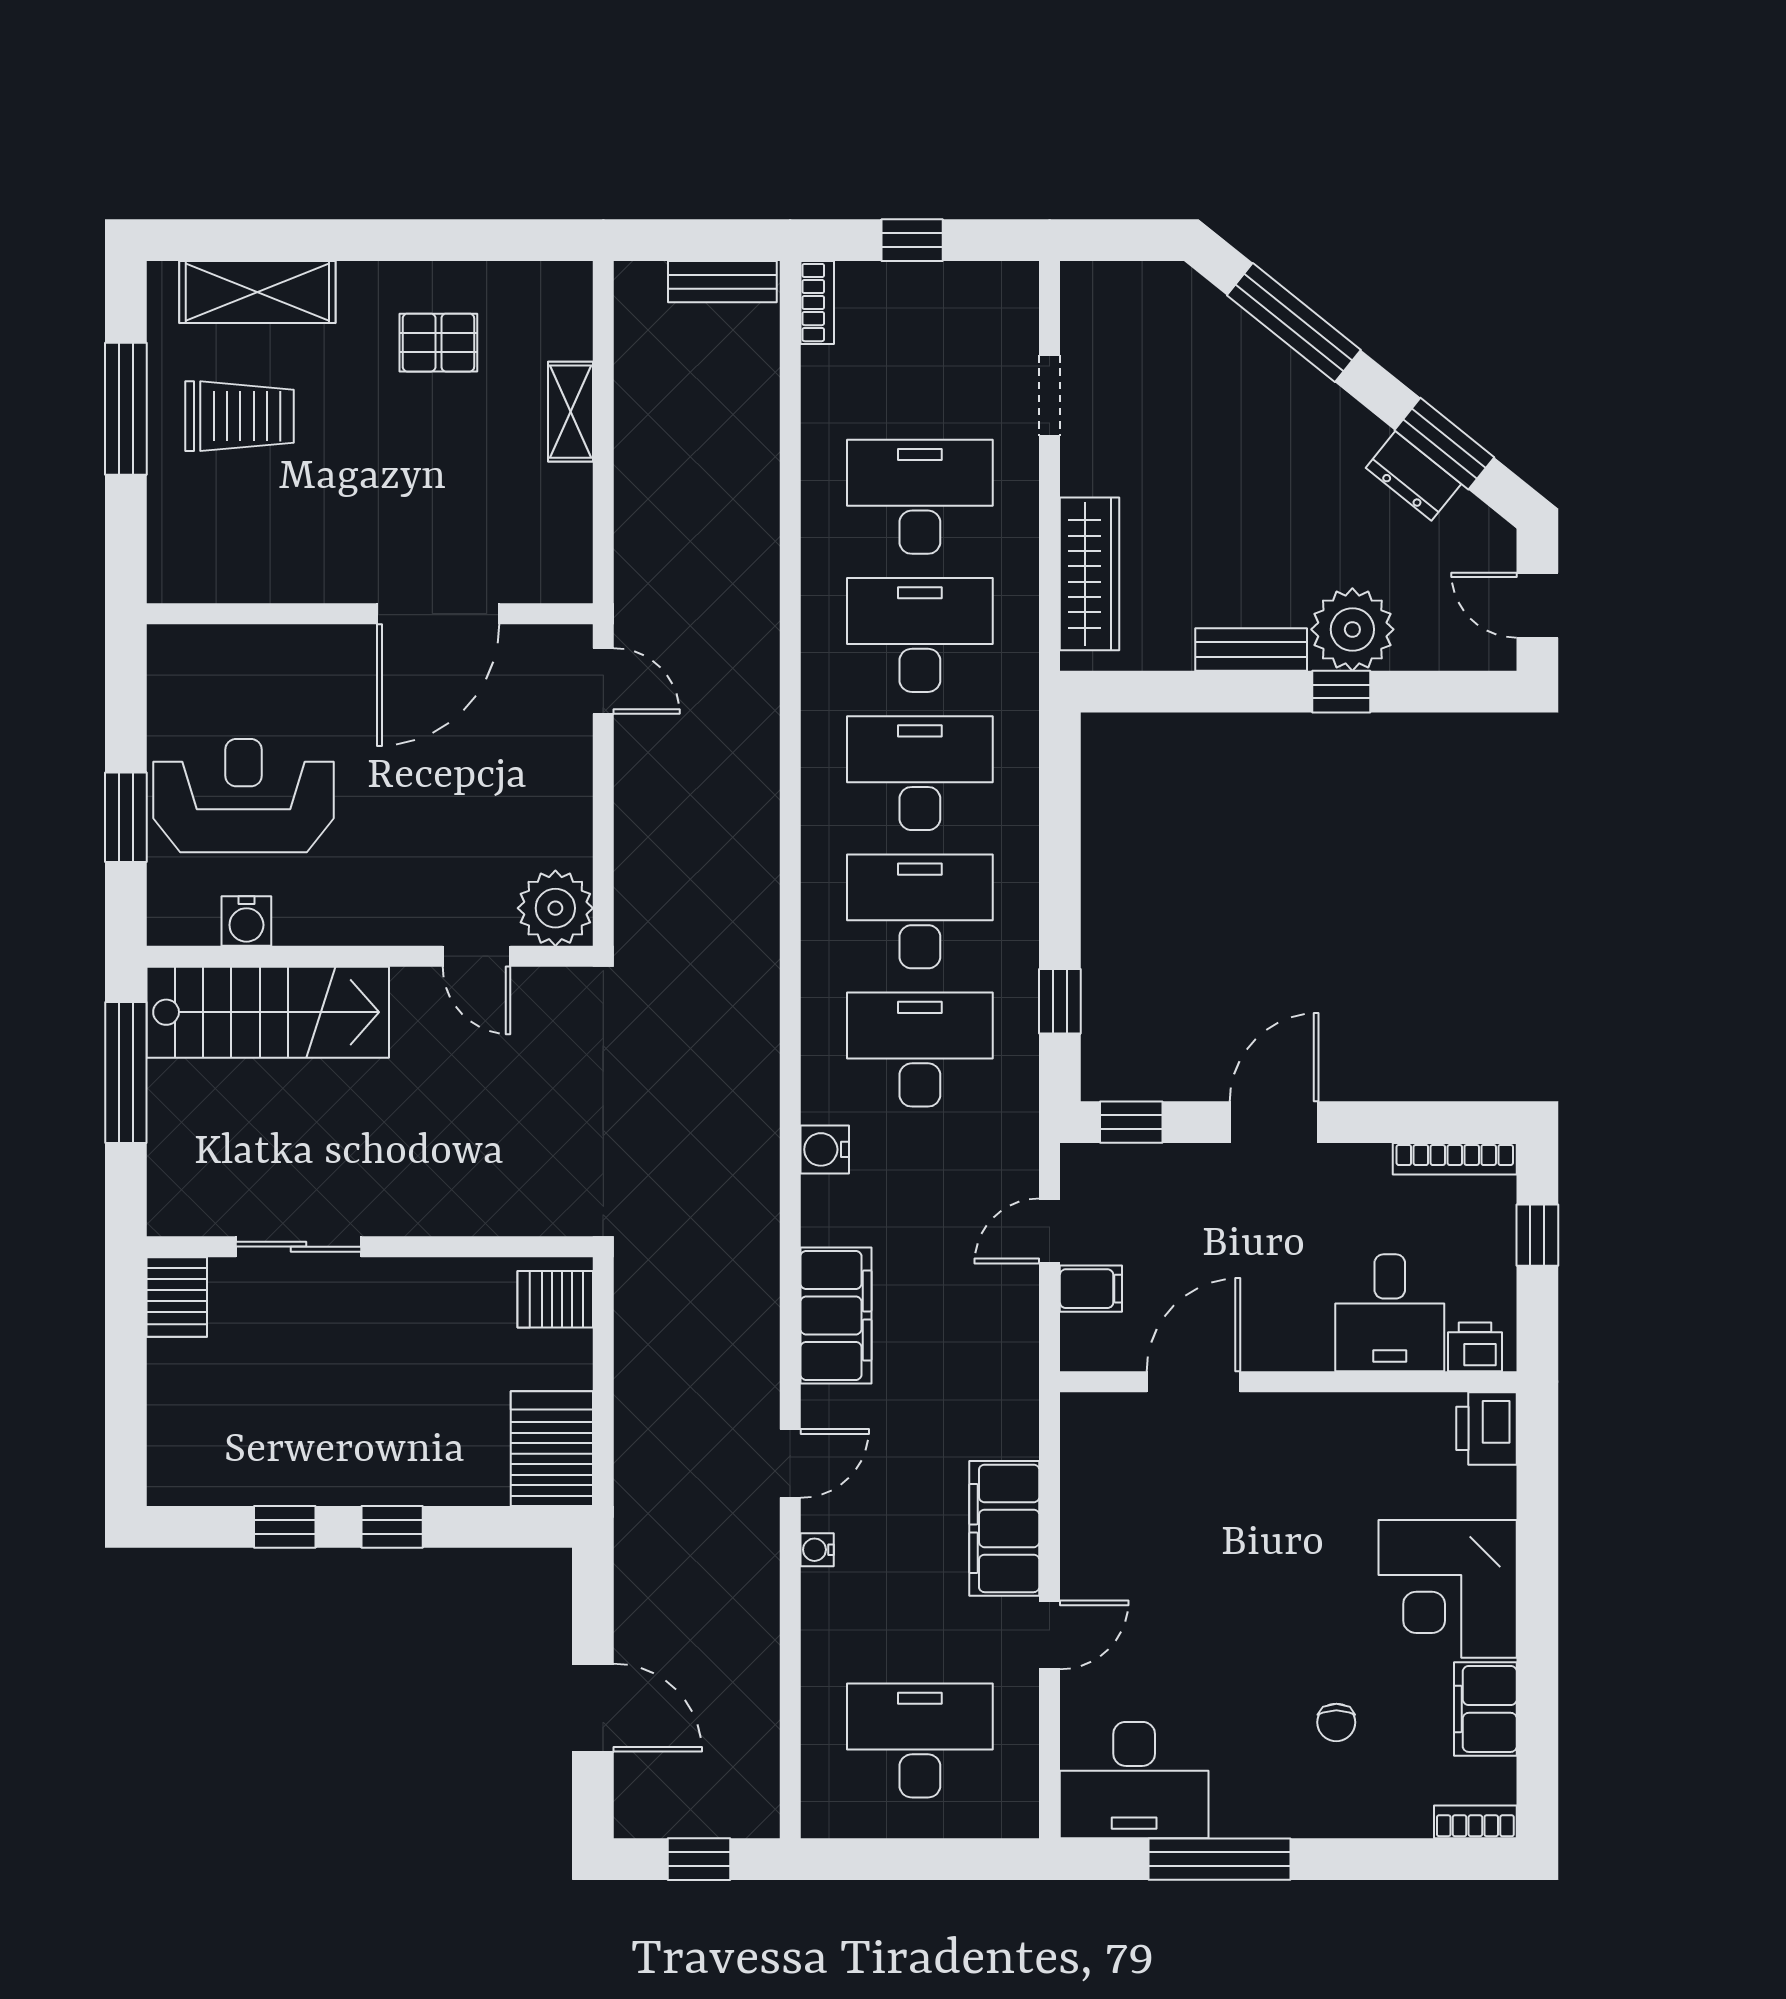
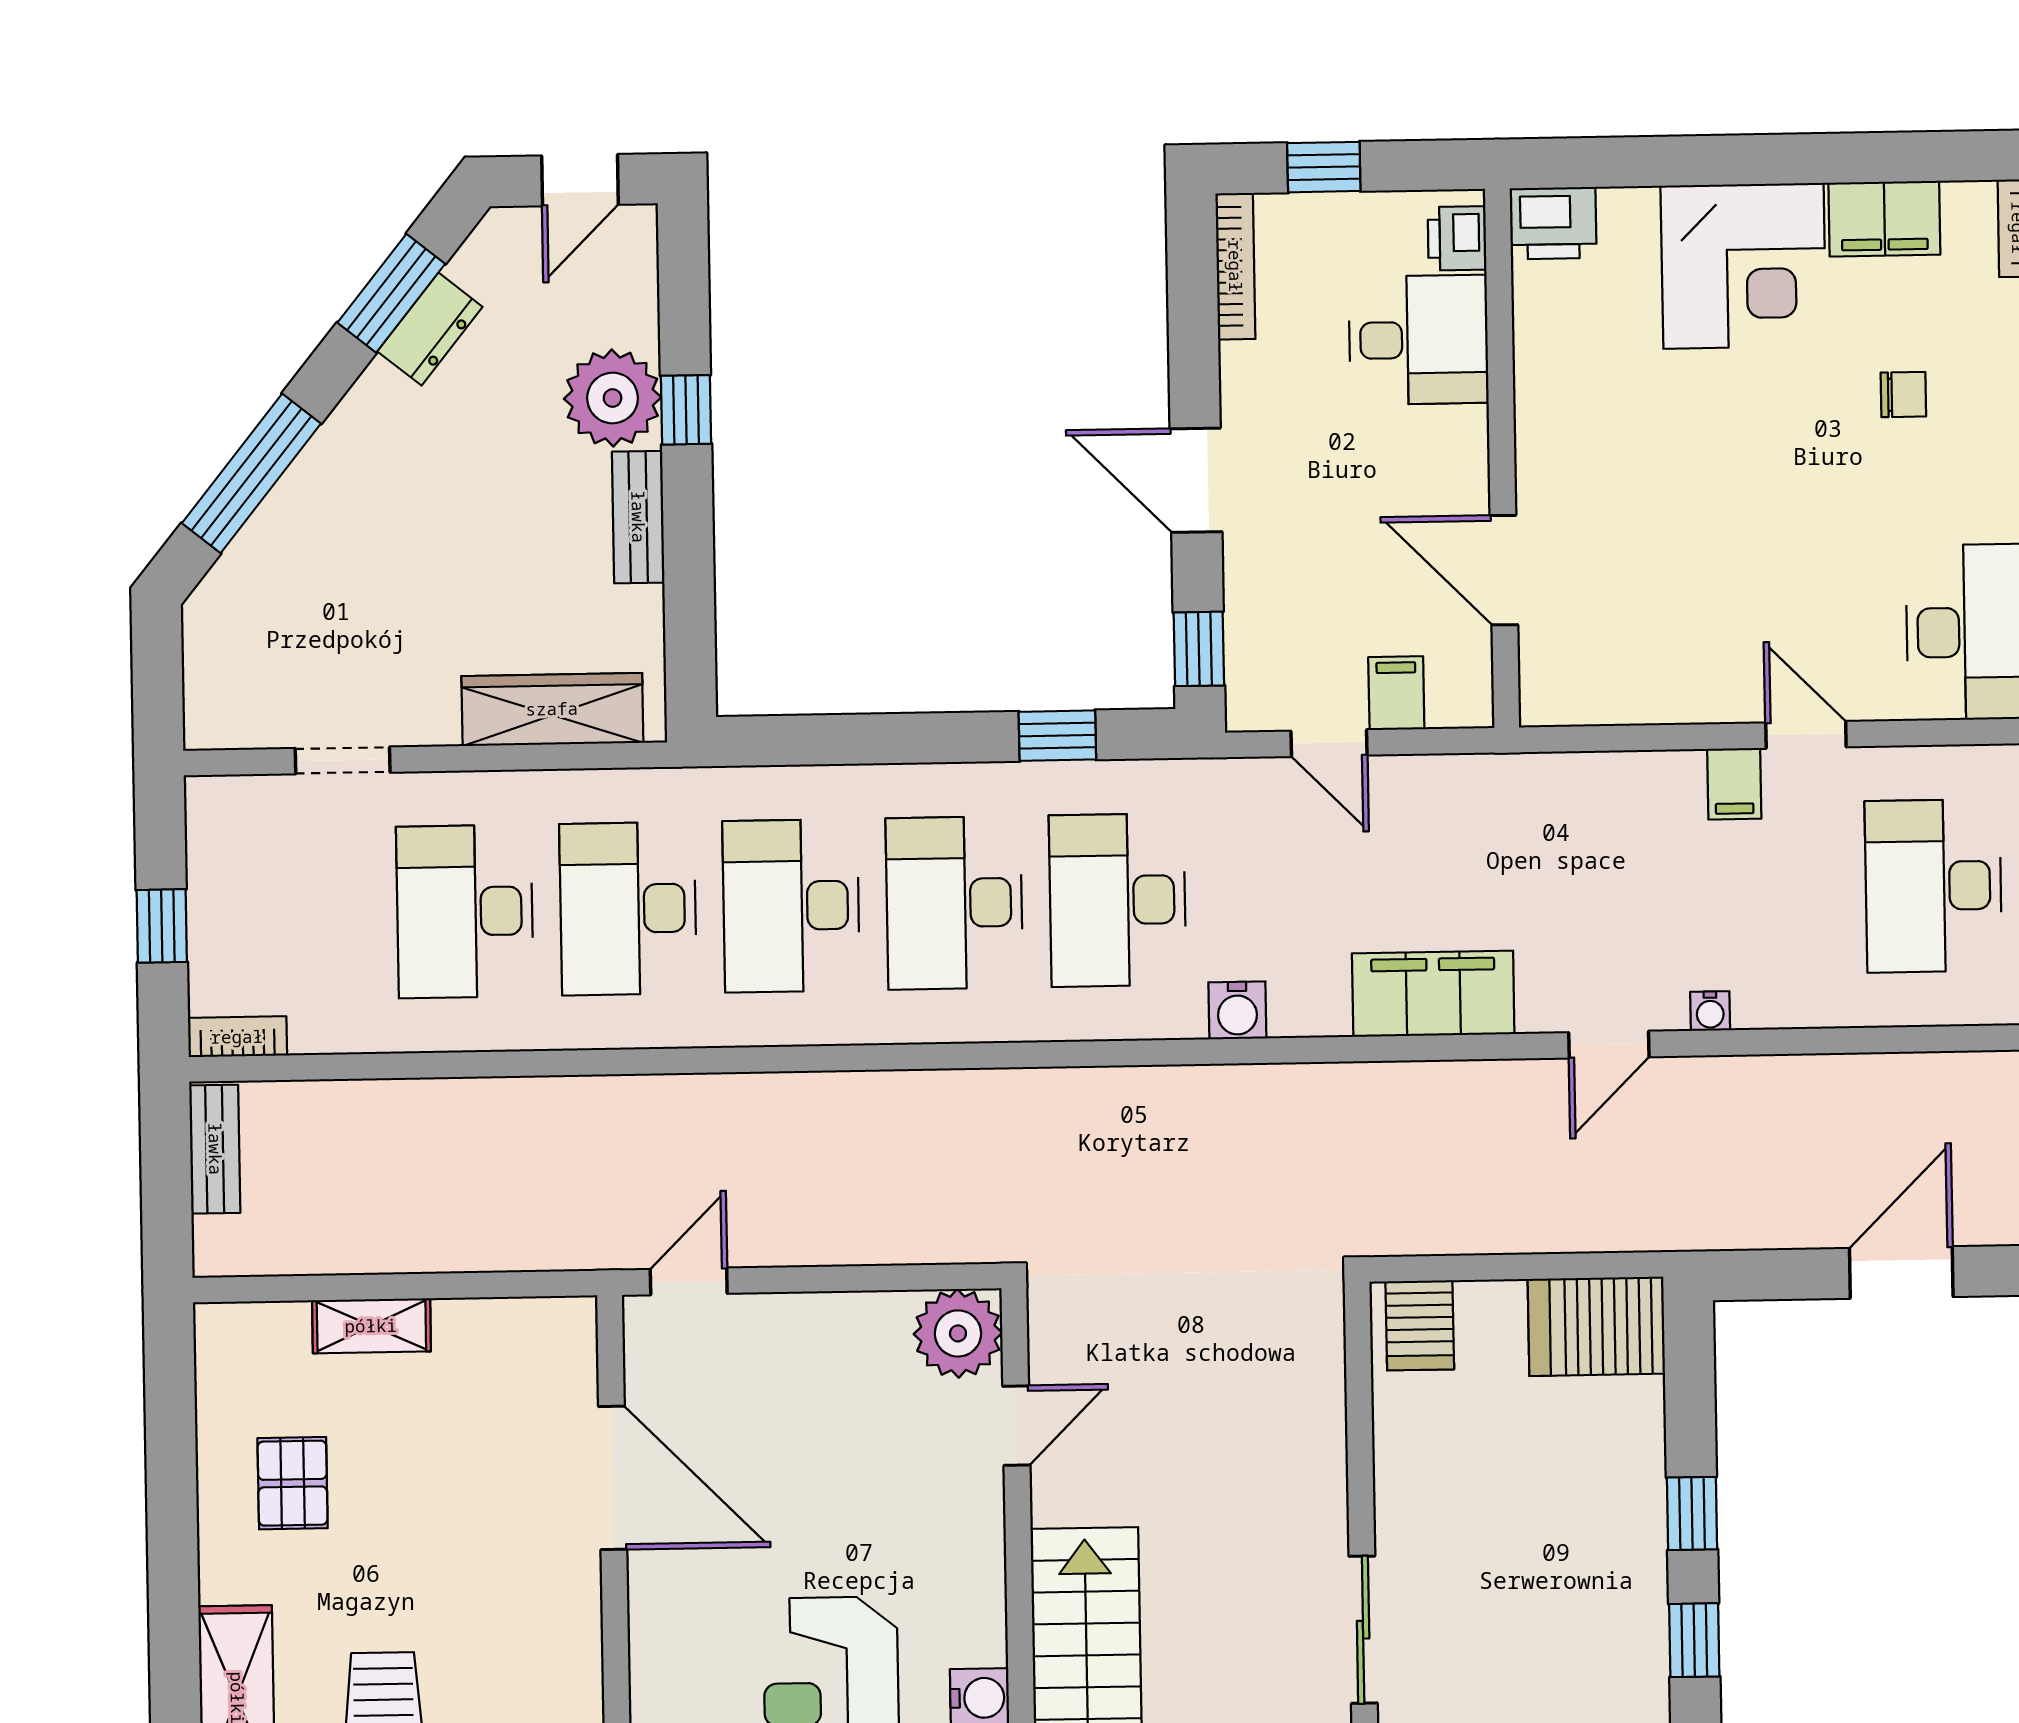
door: (790, 1463) -> (1609, 1045), swing flipped
filing cabinet: (1004, 1528) -> (1734, 784), width x0.33, depth x0.86

